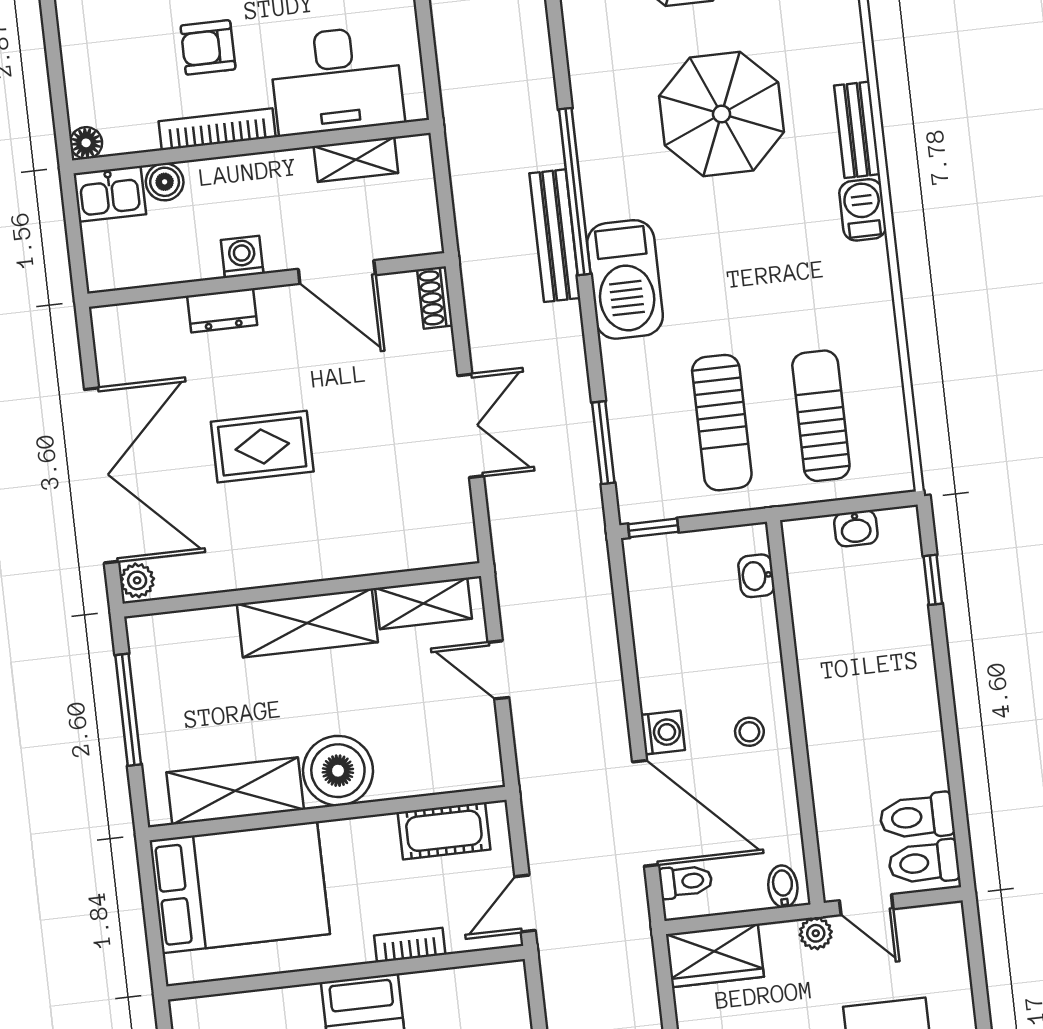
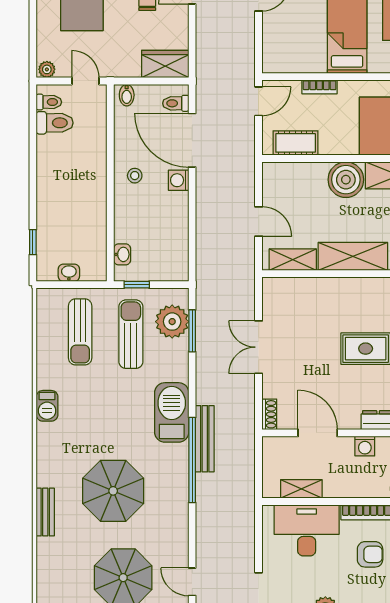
bench: (857, 130) -> (45, 512), moved
barbecue: (863, 210) -> (47, 406), moved
plant: (644, 456) -> (172, 322), added
window: (653, 528) -> (137, 285), moved
toilet: (924, 863) -> (49, 102), width x0.73, depth x0.72
plant: (816, 933) -> (47, 69), moved

